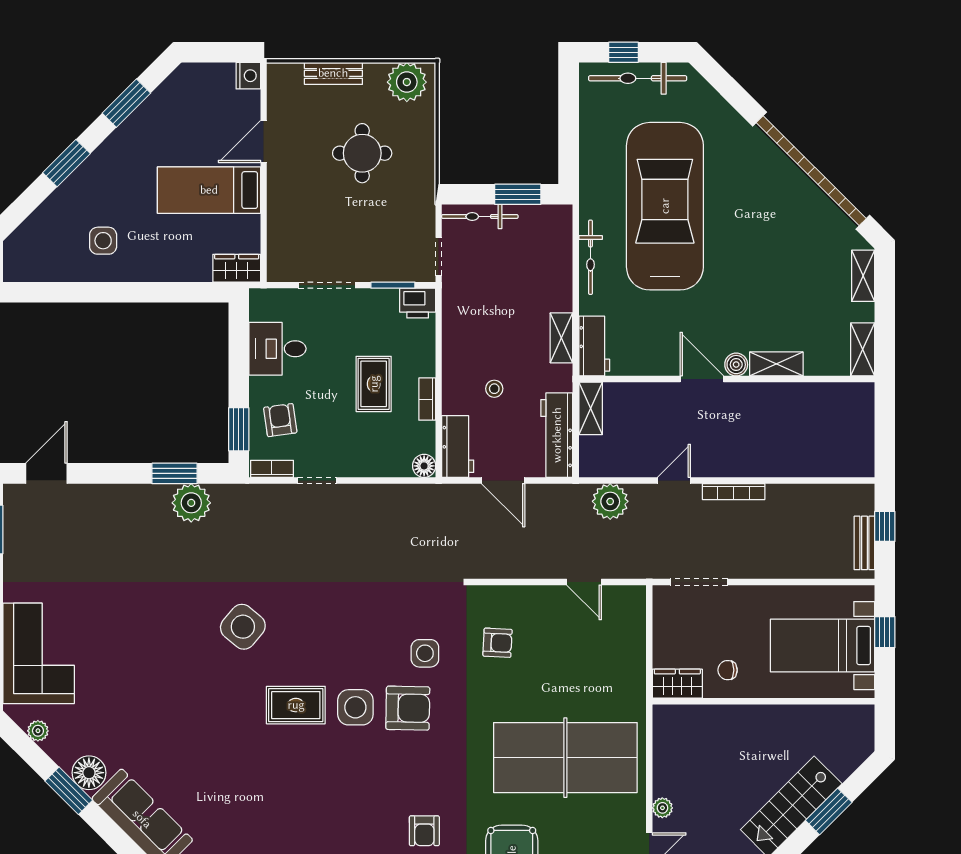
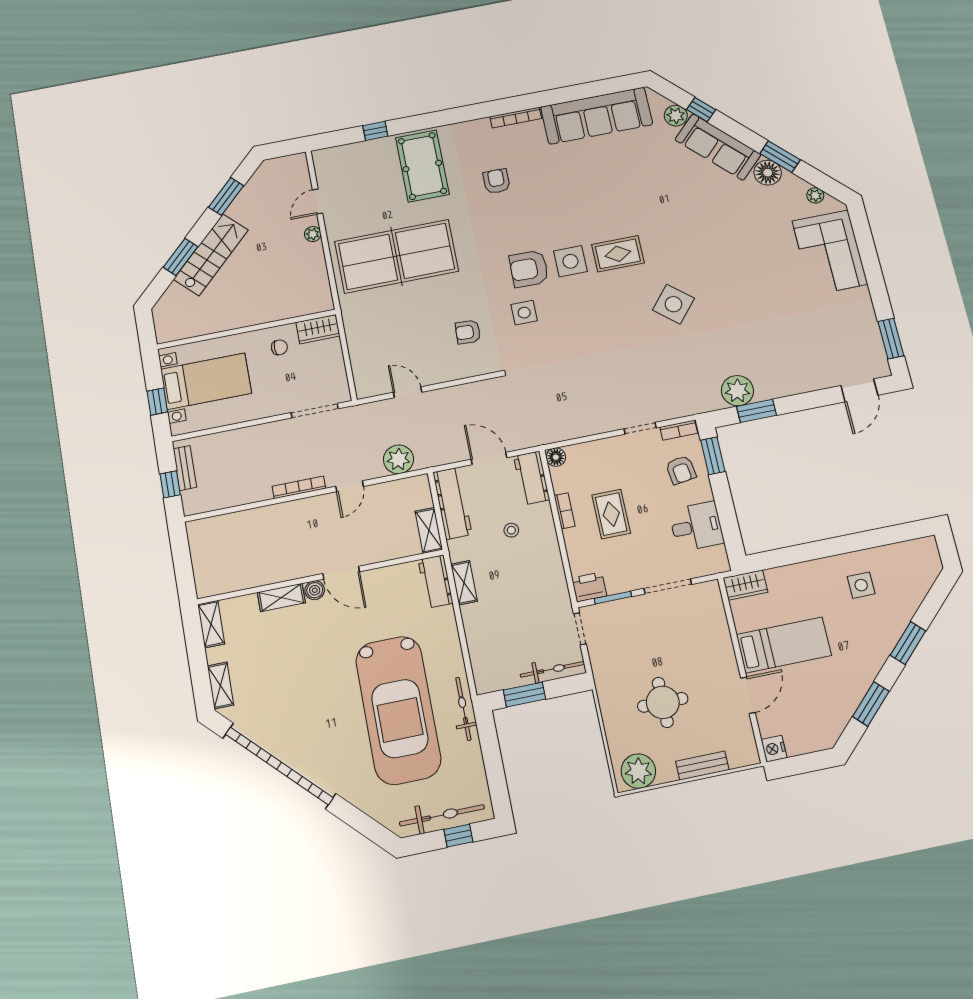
bicycle: (591, 257) -> (463, 709), moved

